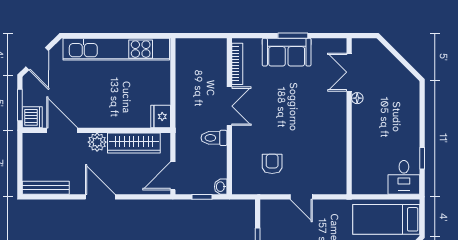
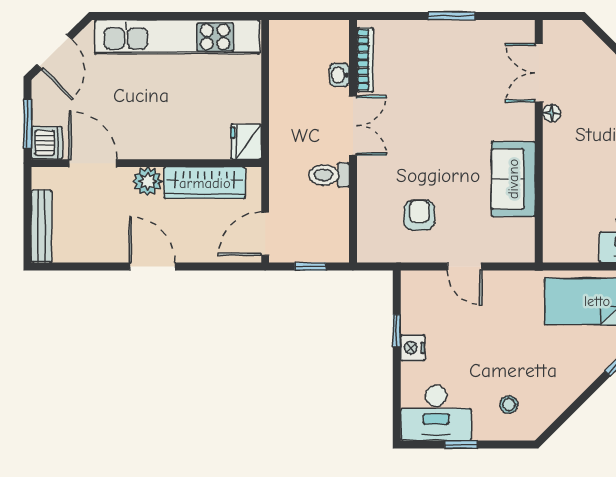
sofa: (287, 52) -> (513, 179), moved, turned 90
washbasin: (221, 187) -> (339, 75), moved
bench: (46, 188) -> (42, 226), moved, turned 90

